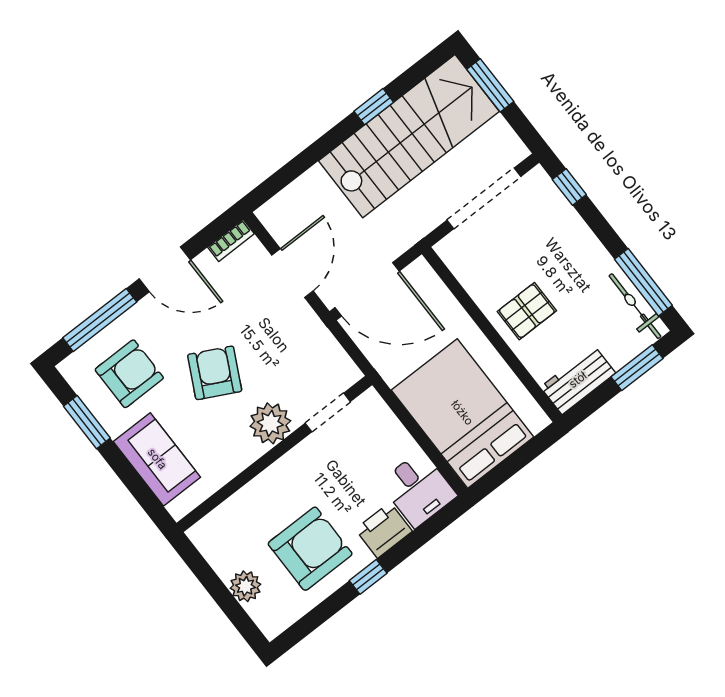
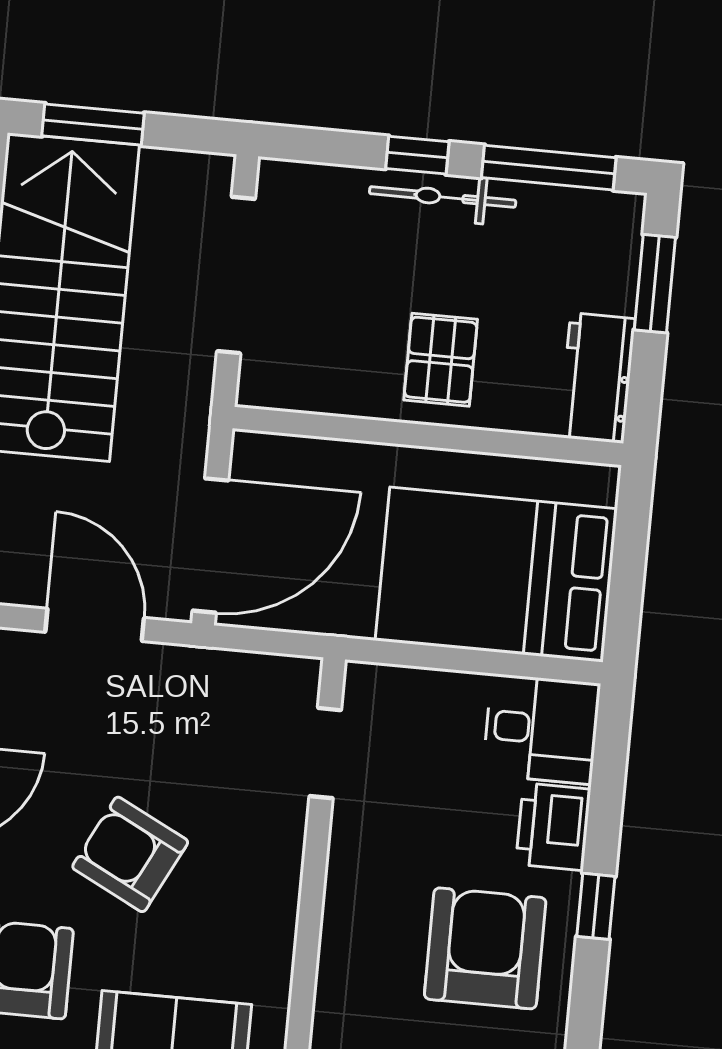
window: (569, 187) -> (417, 155), moved
bicycle: (635, 306) -> (443, 197), moved
plant: (270, 423) -> (268, 844), removed

